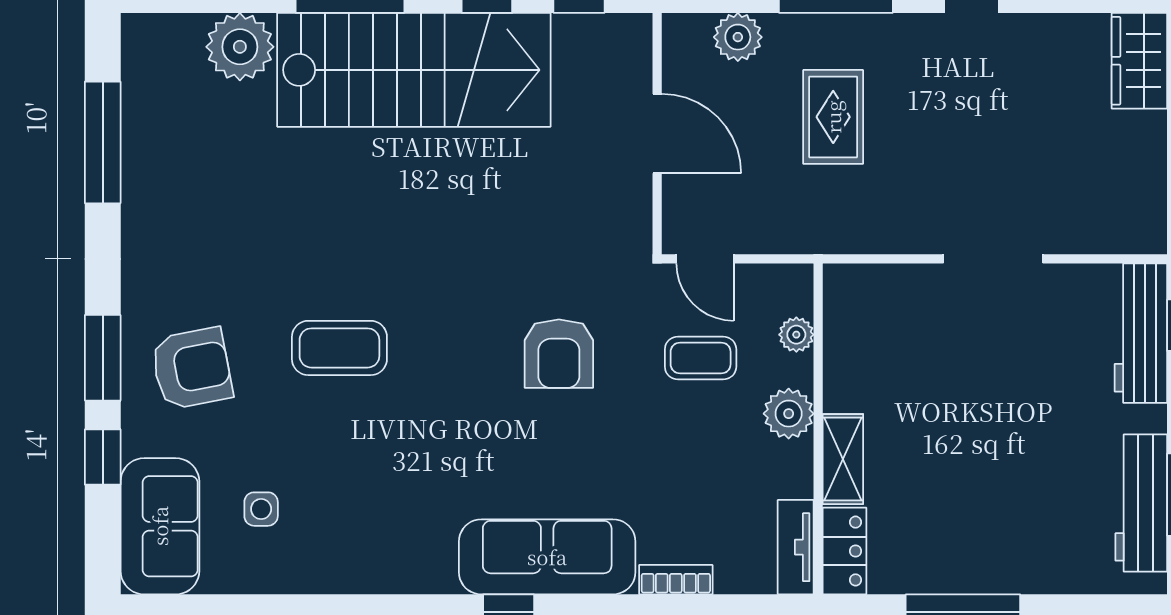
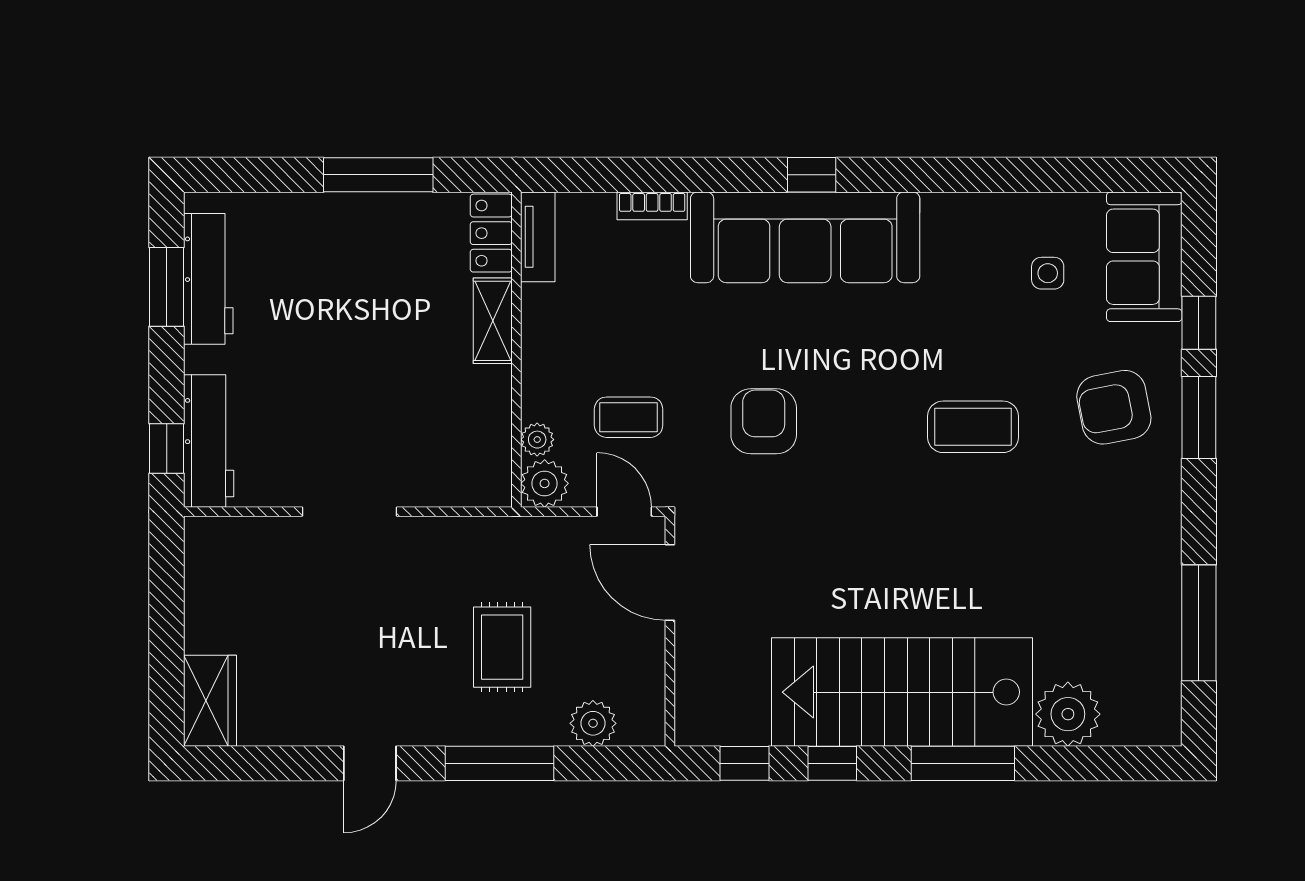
door: (657, 134) -> (670, 582), moved
plant: (789, 414) -> (545, 483), moved
sofa: (547, 557) -> (805, 237), width x1.36, depth x1.27

